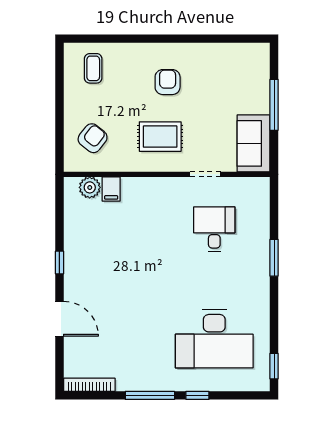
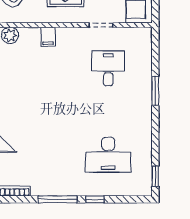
filing cabinet: (111, 189) -> (48, 37), moved
desk: (214, 339) -> (108, 155), width x0.73, depth x0.77

